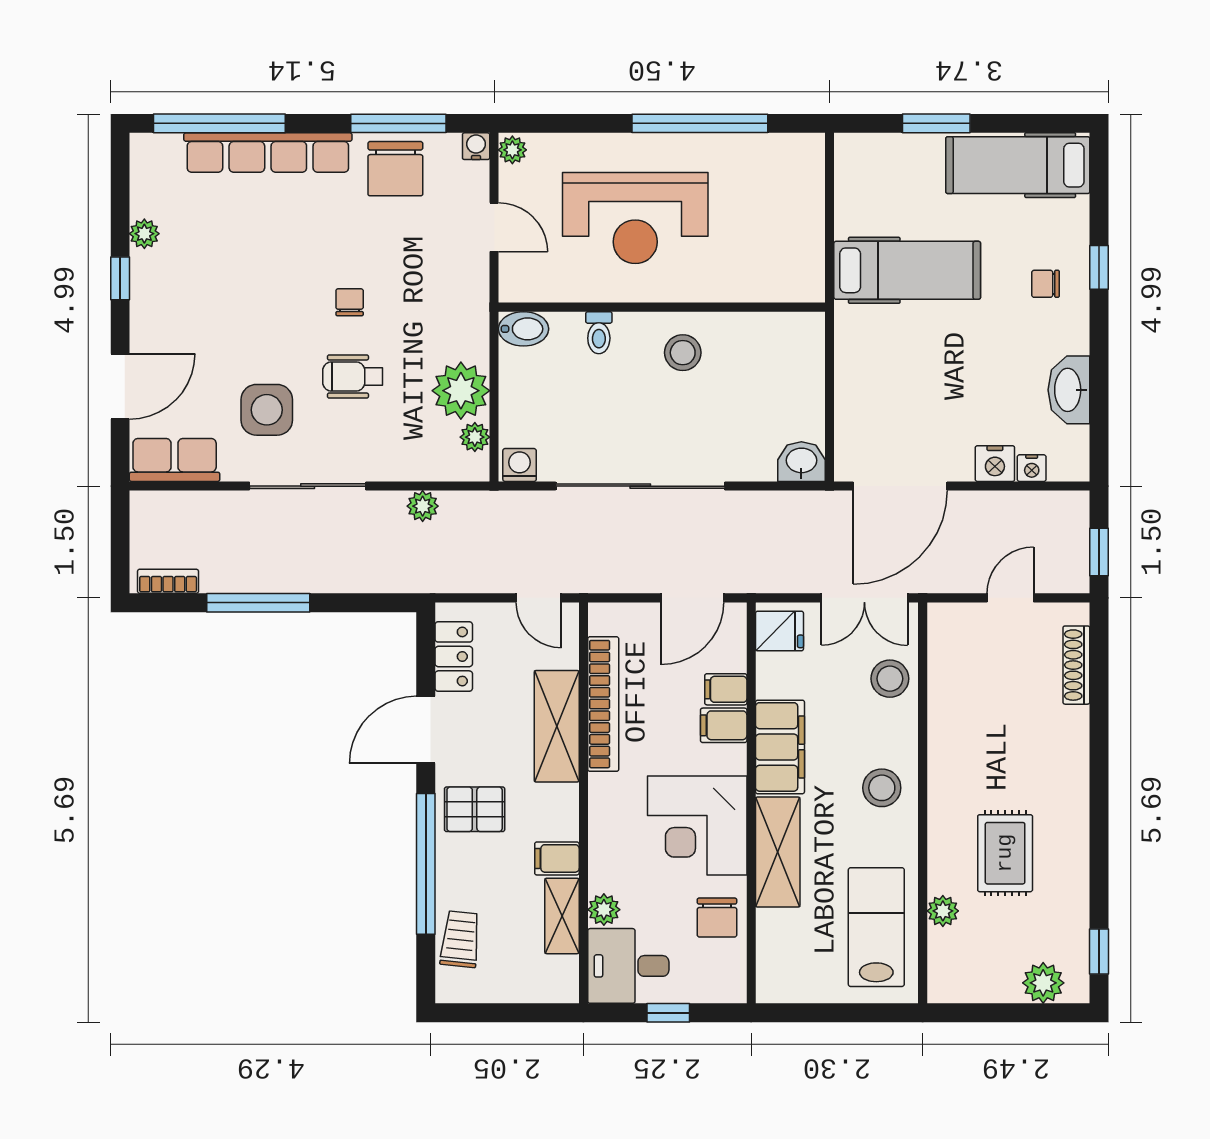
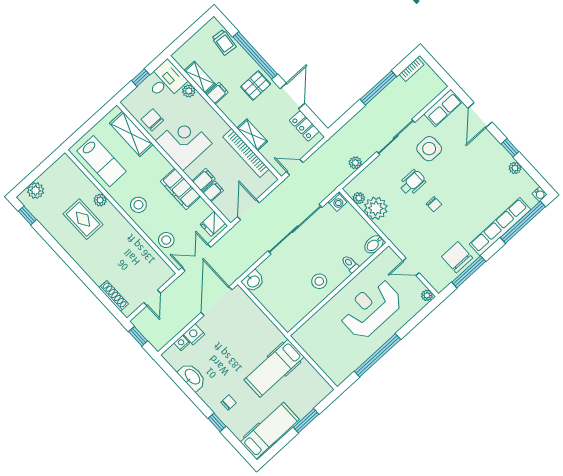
water cooler: (476, 146) -> (540, 194), moved
shelving: (557, 726) -> (252, 135), width x0.67, depth x0.75
shelving: (778, 852) -> (131, 134), moved
plant: (943, 911) -> (100, 200), moved

